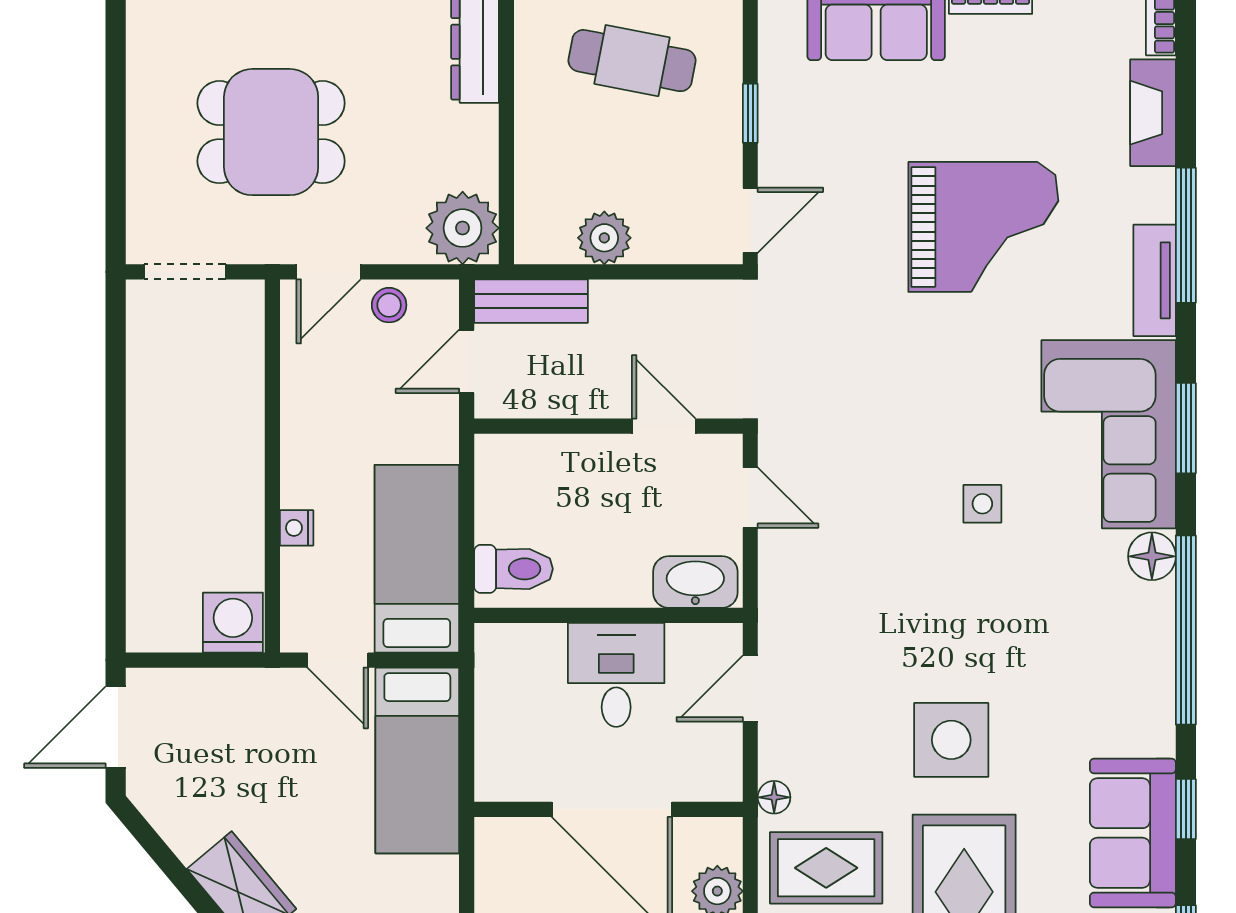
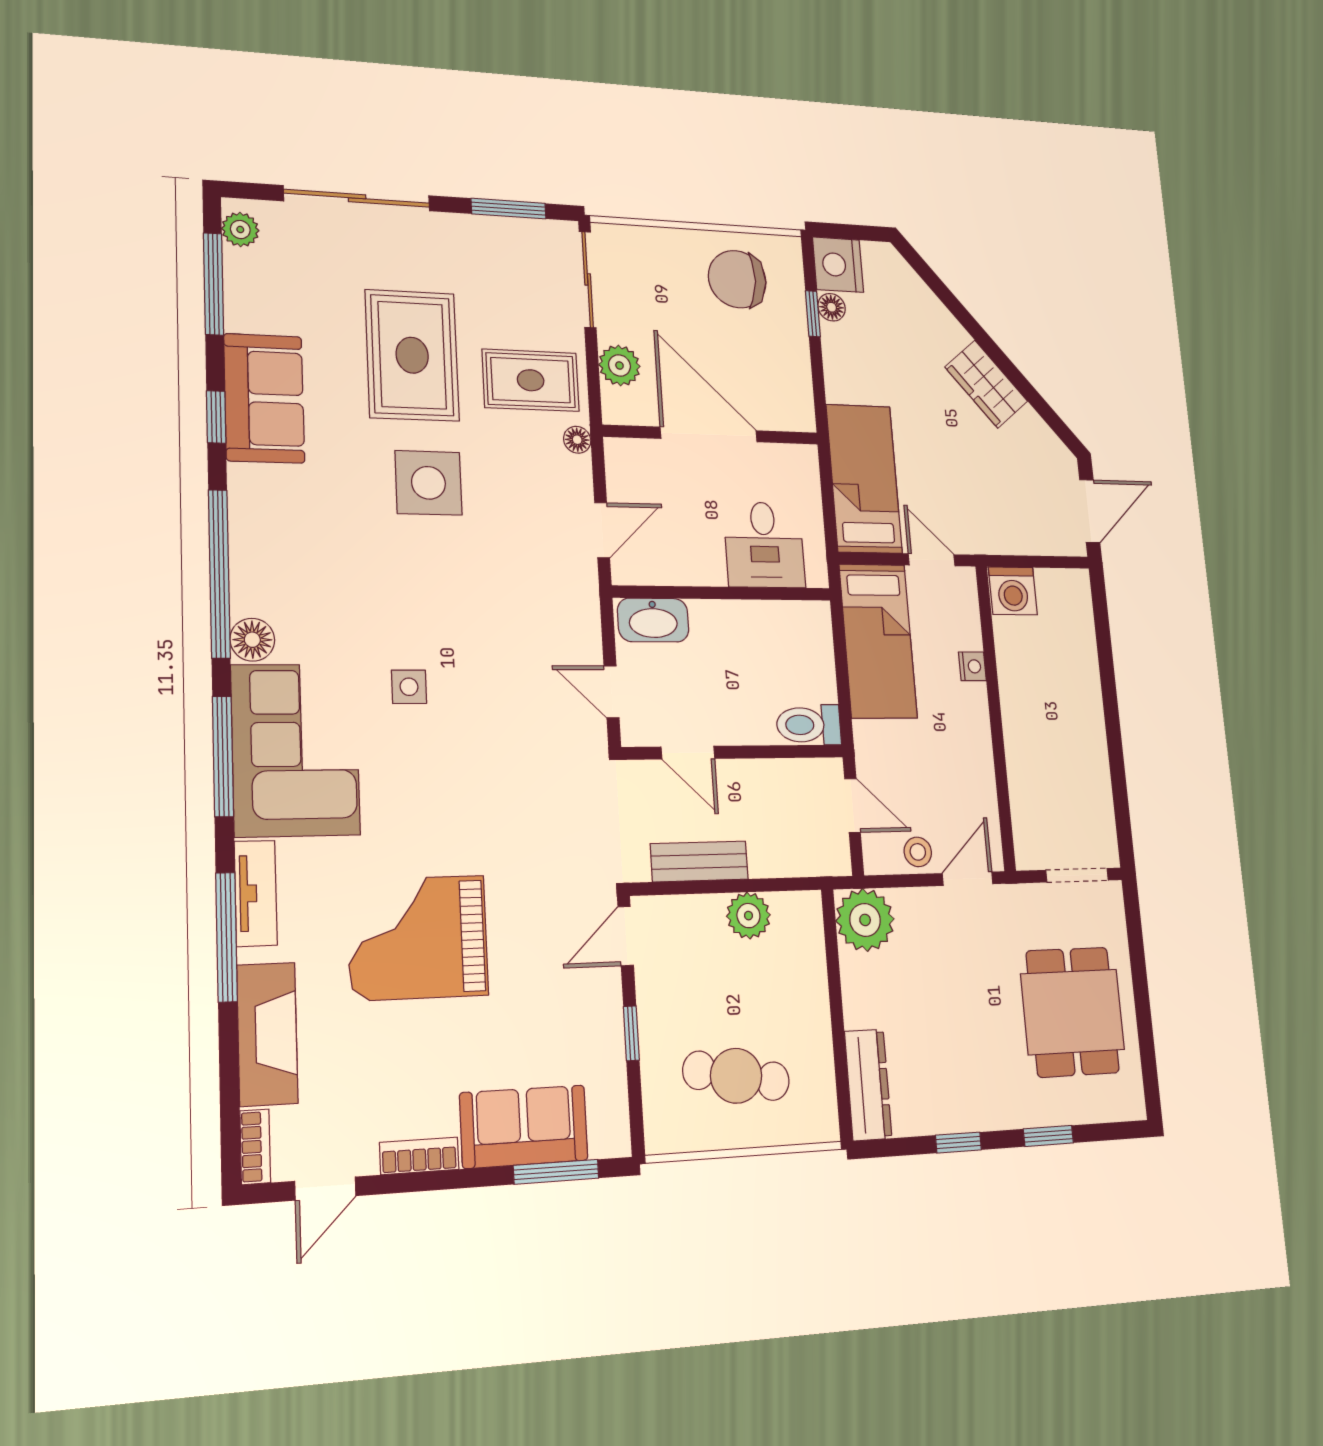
fireplace: (1153, 113) -> (267, 1034), width x1.37, depth x1.32
dining table: (271, 132) -> (1073, 1012), moved, turned 90
bench: (531, 301) -> (699, 861), moved
door: (467, 361) -> (853, 806), hinge flipped
window: (1186, 428) -> (223, 756), width x1.44
toilet: (514, 569) -> (809, 725), moved
desk: (616, 675) -> (764, 545), moved

